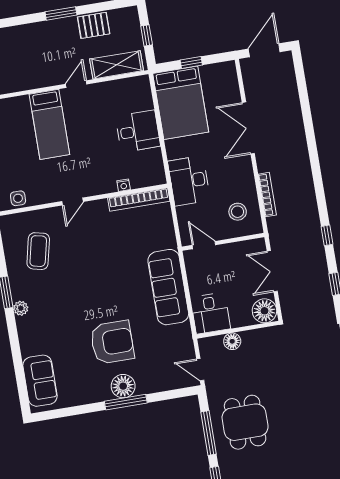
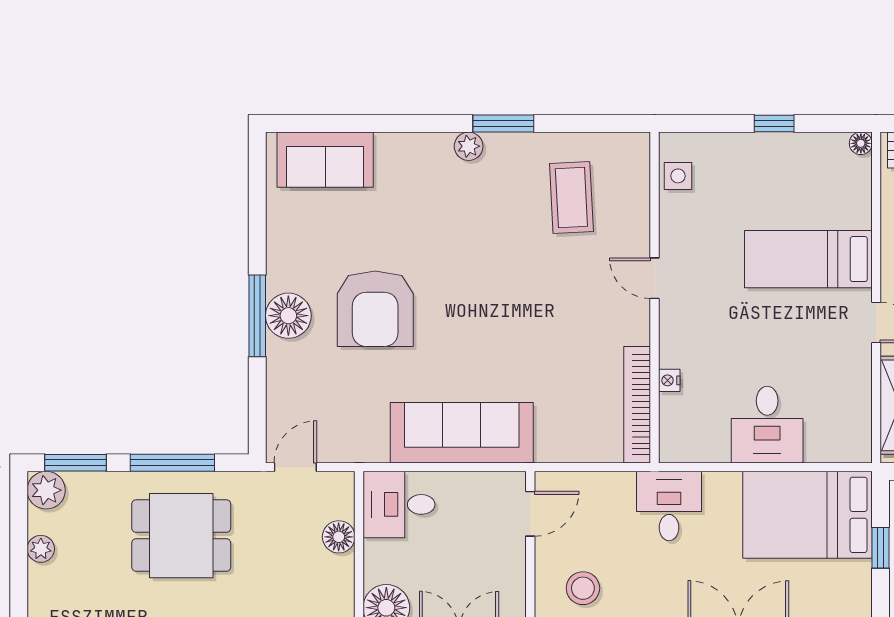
desk: (189, 181) -> (669, 506), width x0.73
coffee table: (38, 251) -> (571, 198), turned 74

